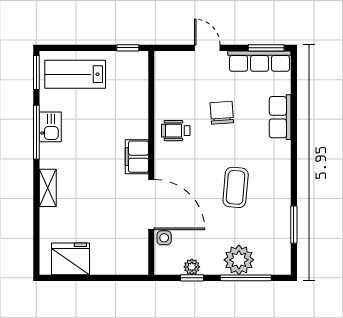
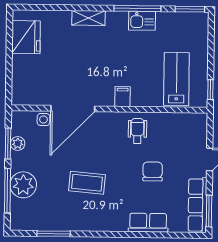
lab bench: (75, 74) -> (176, 79), moved
chair: (222, 113) -> (153, 171), turned -86
filing cabinet: (137, 157) -> (122, 97), width x0.50
window: (192, 278) -> (8, 144), width x1.50

